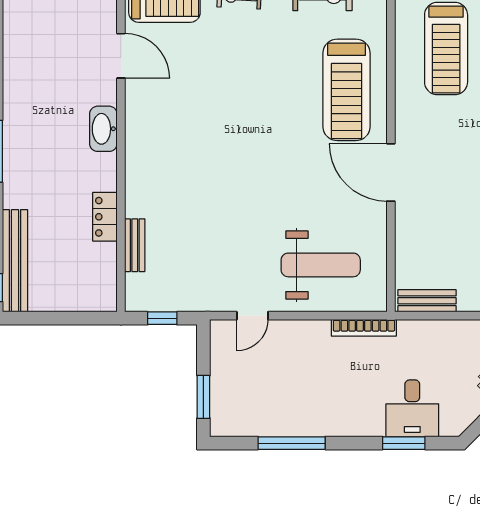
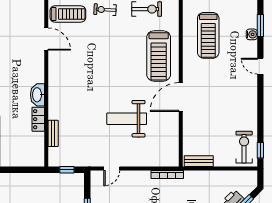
washbasin: (103, 129) -> (37, 95), moved
door: (391, 172) -> (181, 97), hinge flipped
weight bench: (321, 265) -> (127, 119), moved, turned 180

